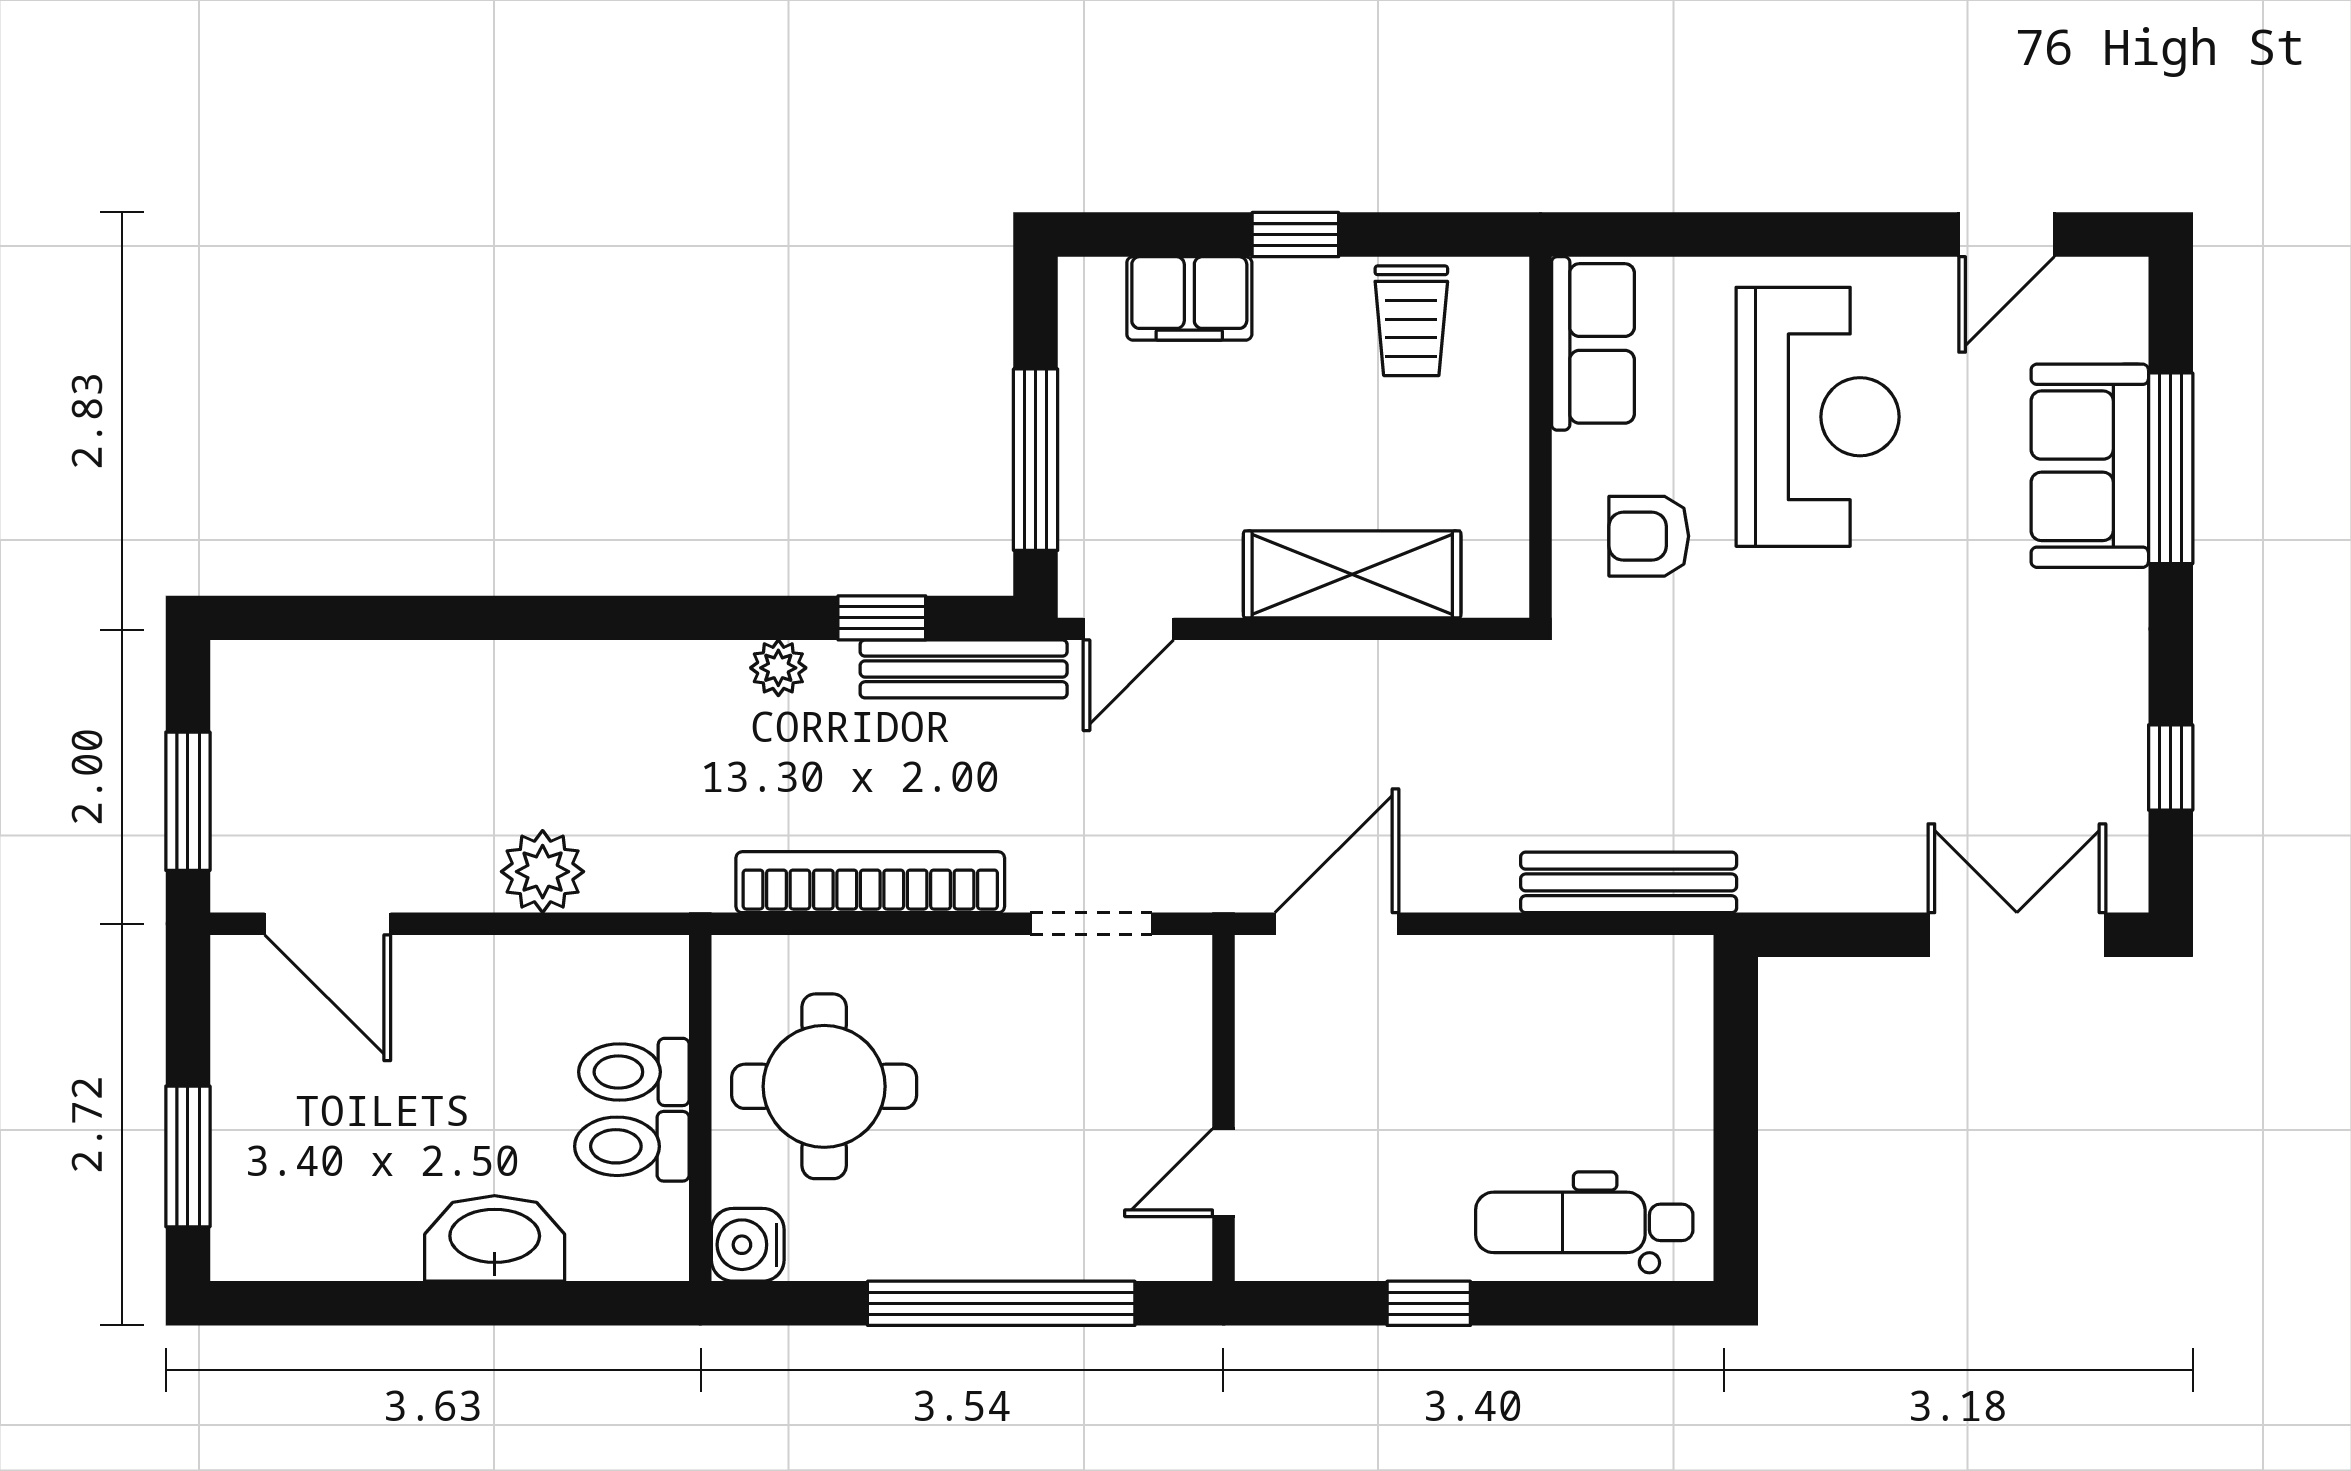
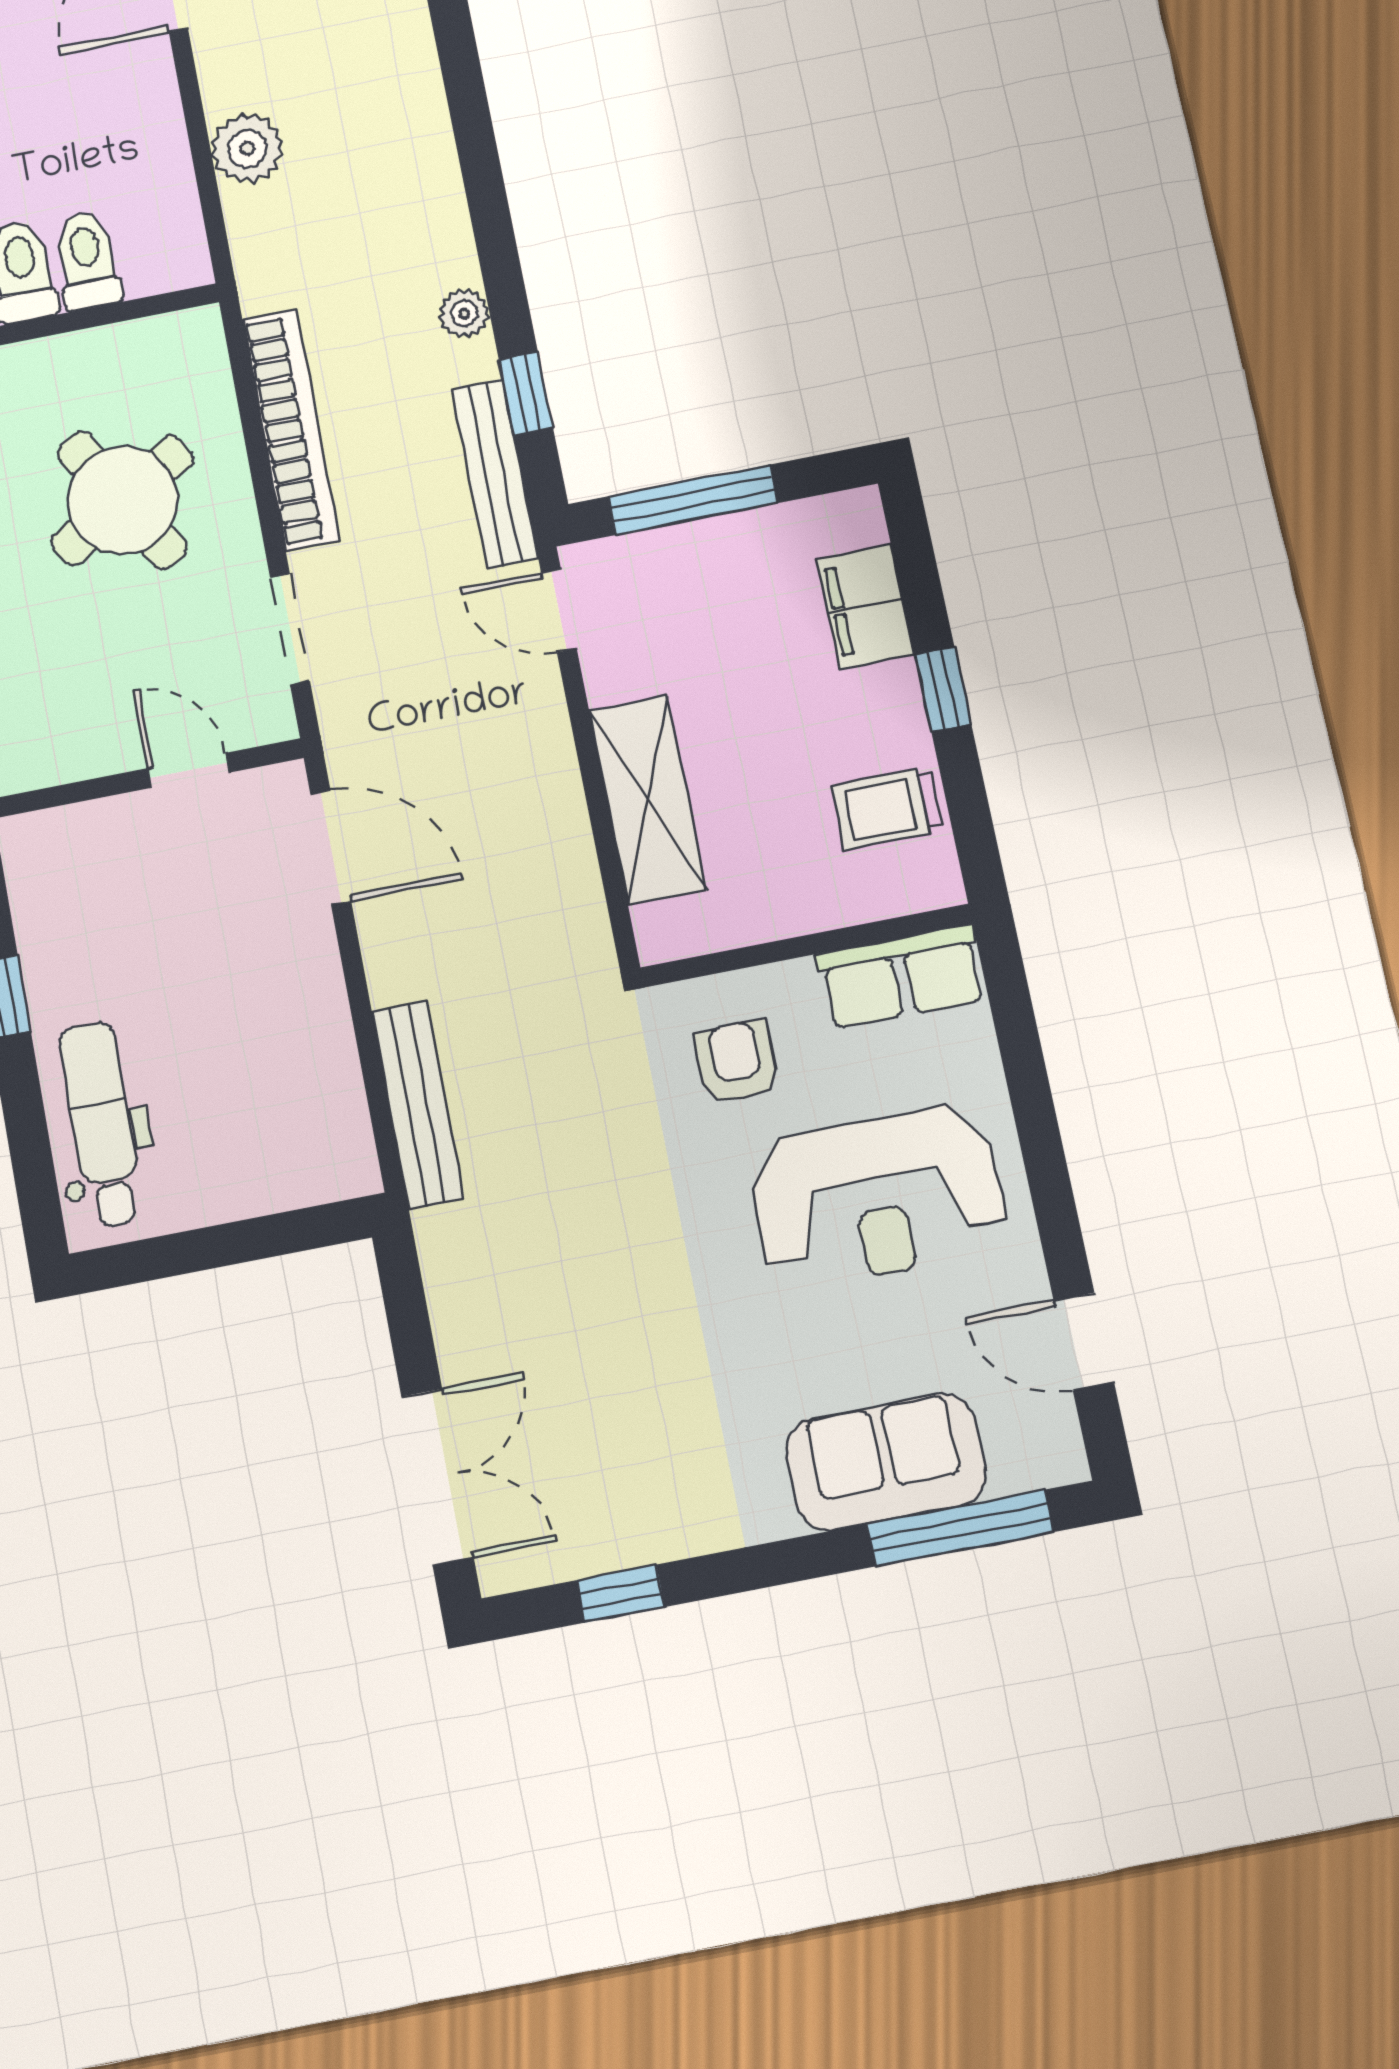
window: (2171, 468) -> (960, 1528), moved
round table: (824, 1086) -> (123, 500), moved, turned -31
door: (1224, 1173) -> (188, 770), moved

